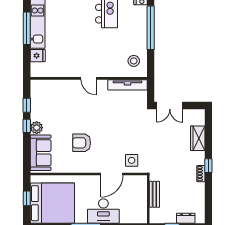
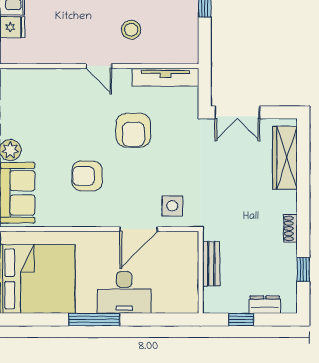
stool: (134, 61) -> (131, 30), moved
armchair: (109, 116) -> (133, 130), added
wardrobe: (198, 138) -> (285, 158), width x1.50
window: (208, 166) -> (303, 269), moved

